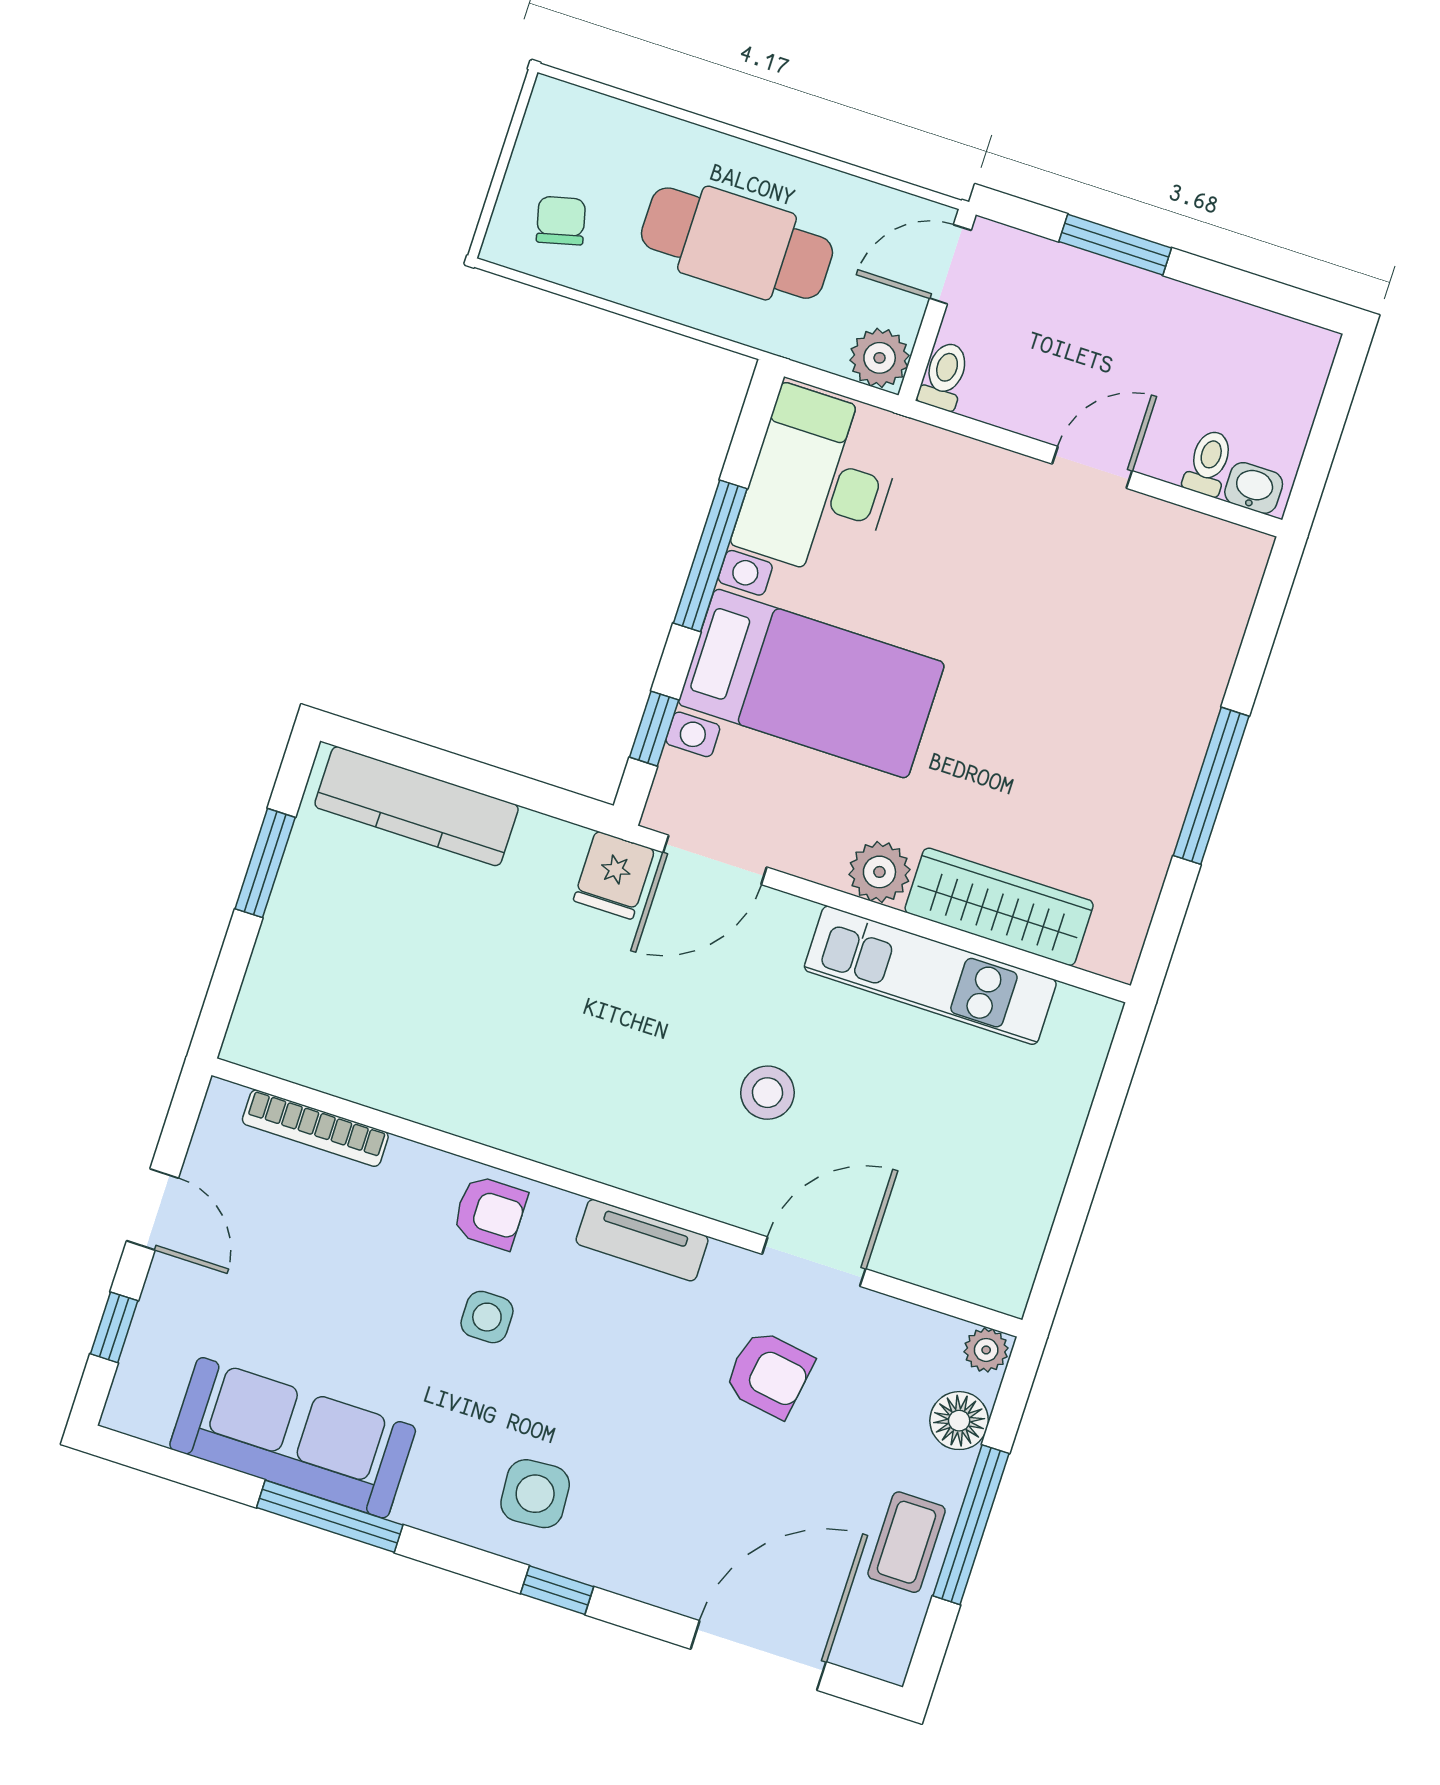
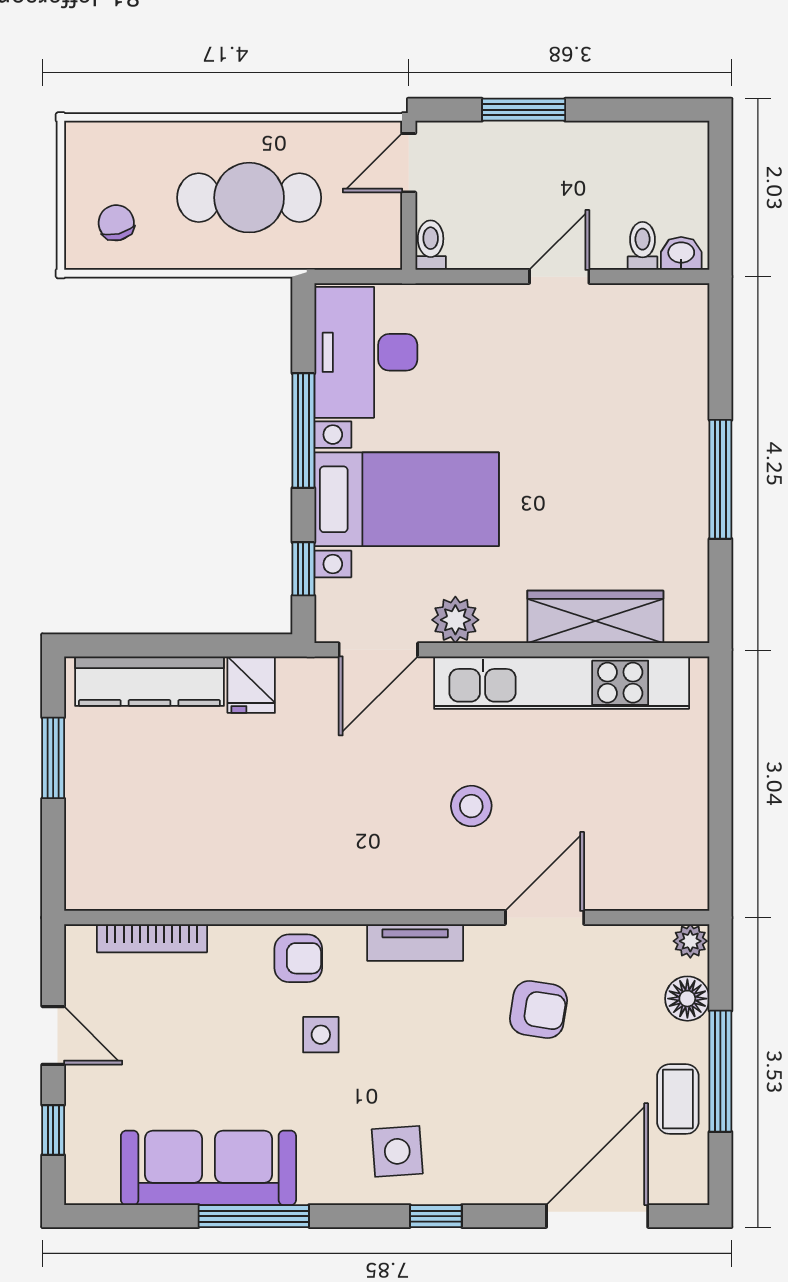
plant: (880, 358) -> (379, 247), removed
plant: (879, 872) -> (455, 620), moved
fridge: (614, 875) -> (251, 685), moved
kitchen unit: (930, 975) -> (562, 683), width x1.36

